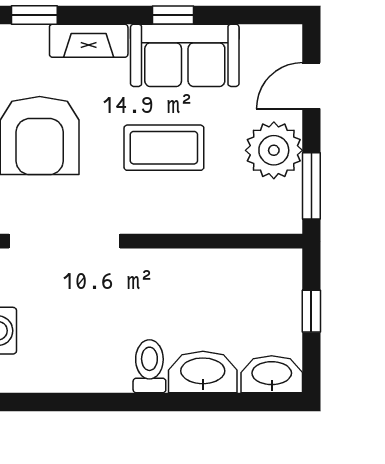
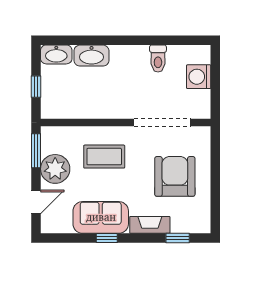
coffee table: (164, 148) -> (104, 157), moved
toilet: (149, 366) -> (158, 59), moved

